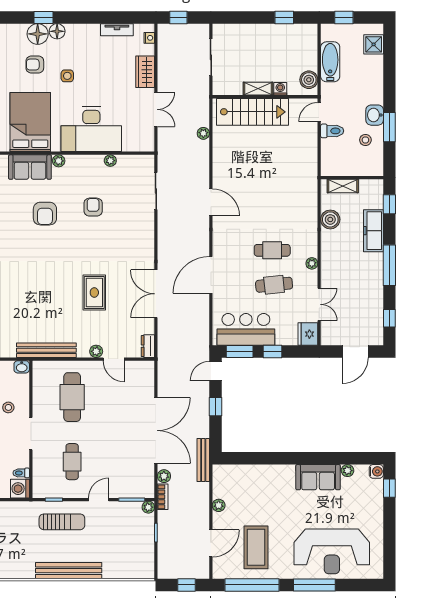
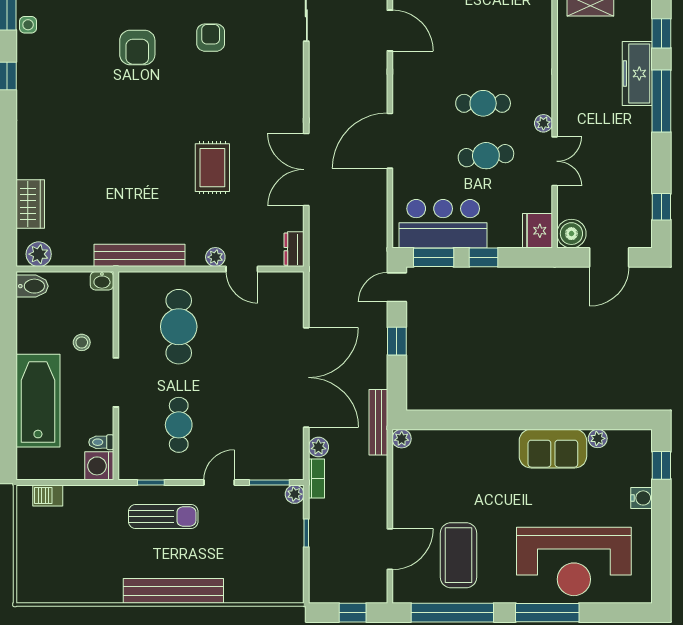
boiler: (330, 219) -> (571, 234), moved
window: (389, 265) -> (661, 101), moved
double door: (319, 304) -> (555, 161), moved
water cooler: (376, 471) -> (641, 498), moved
plant: (219, 505) -> (402, 439), moved

